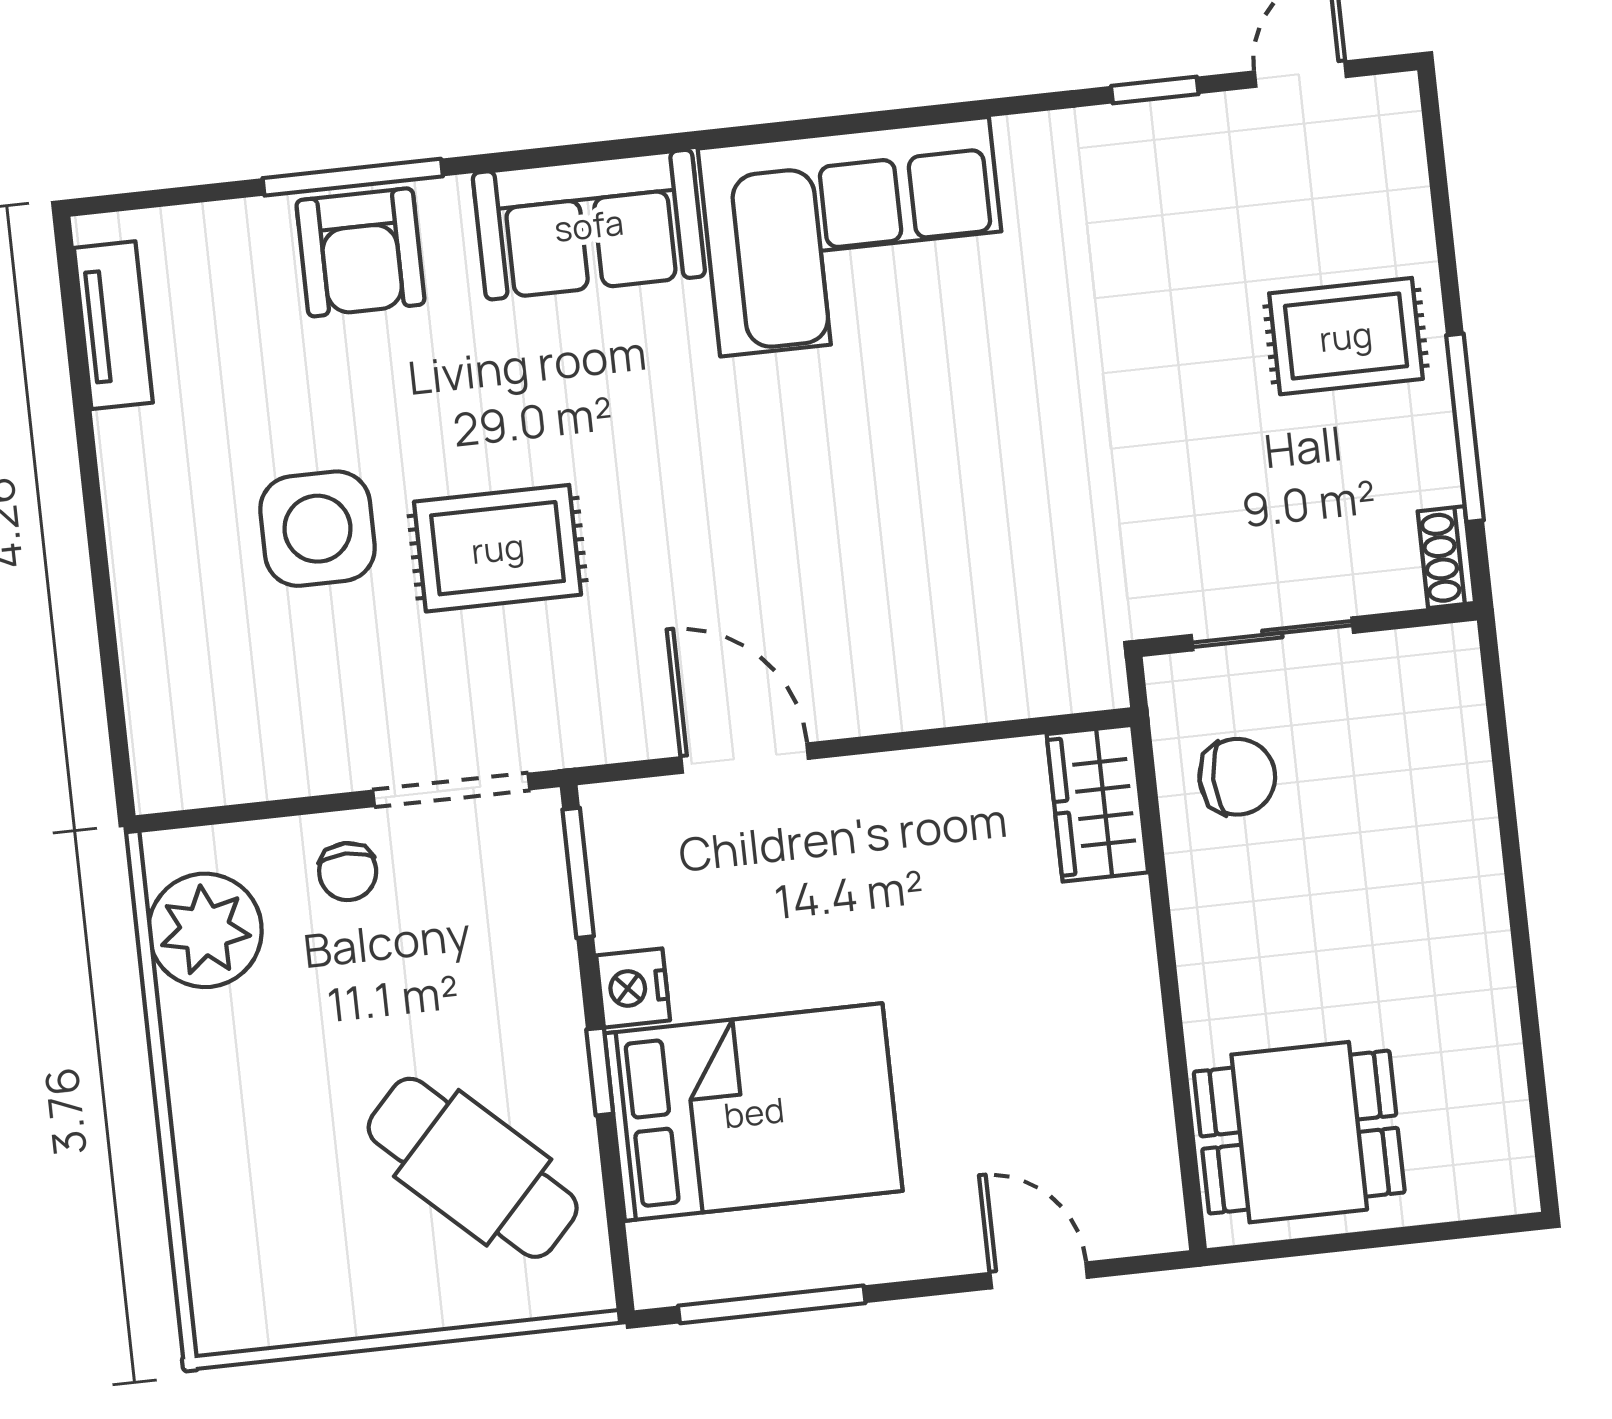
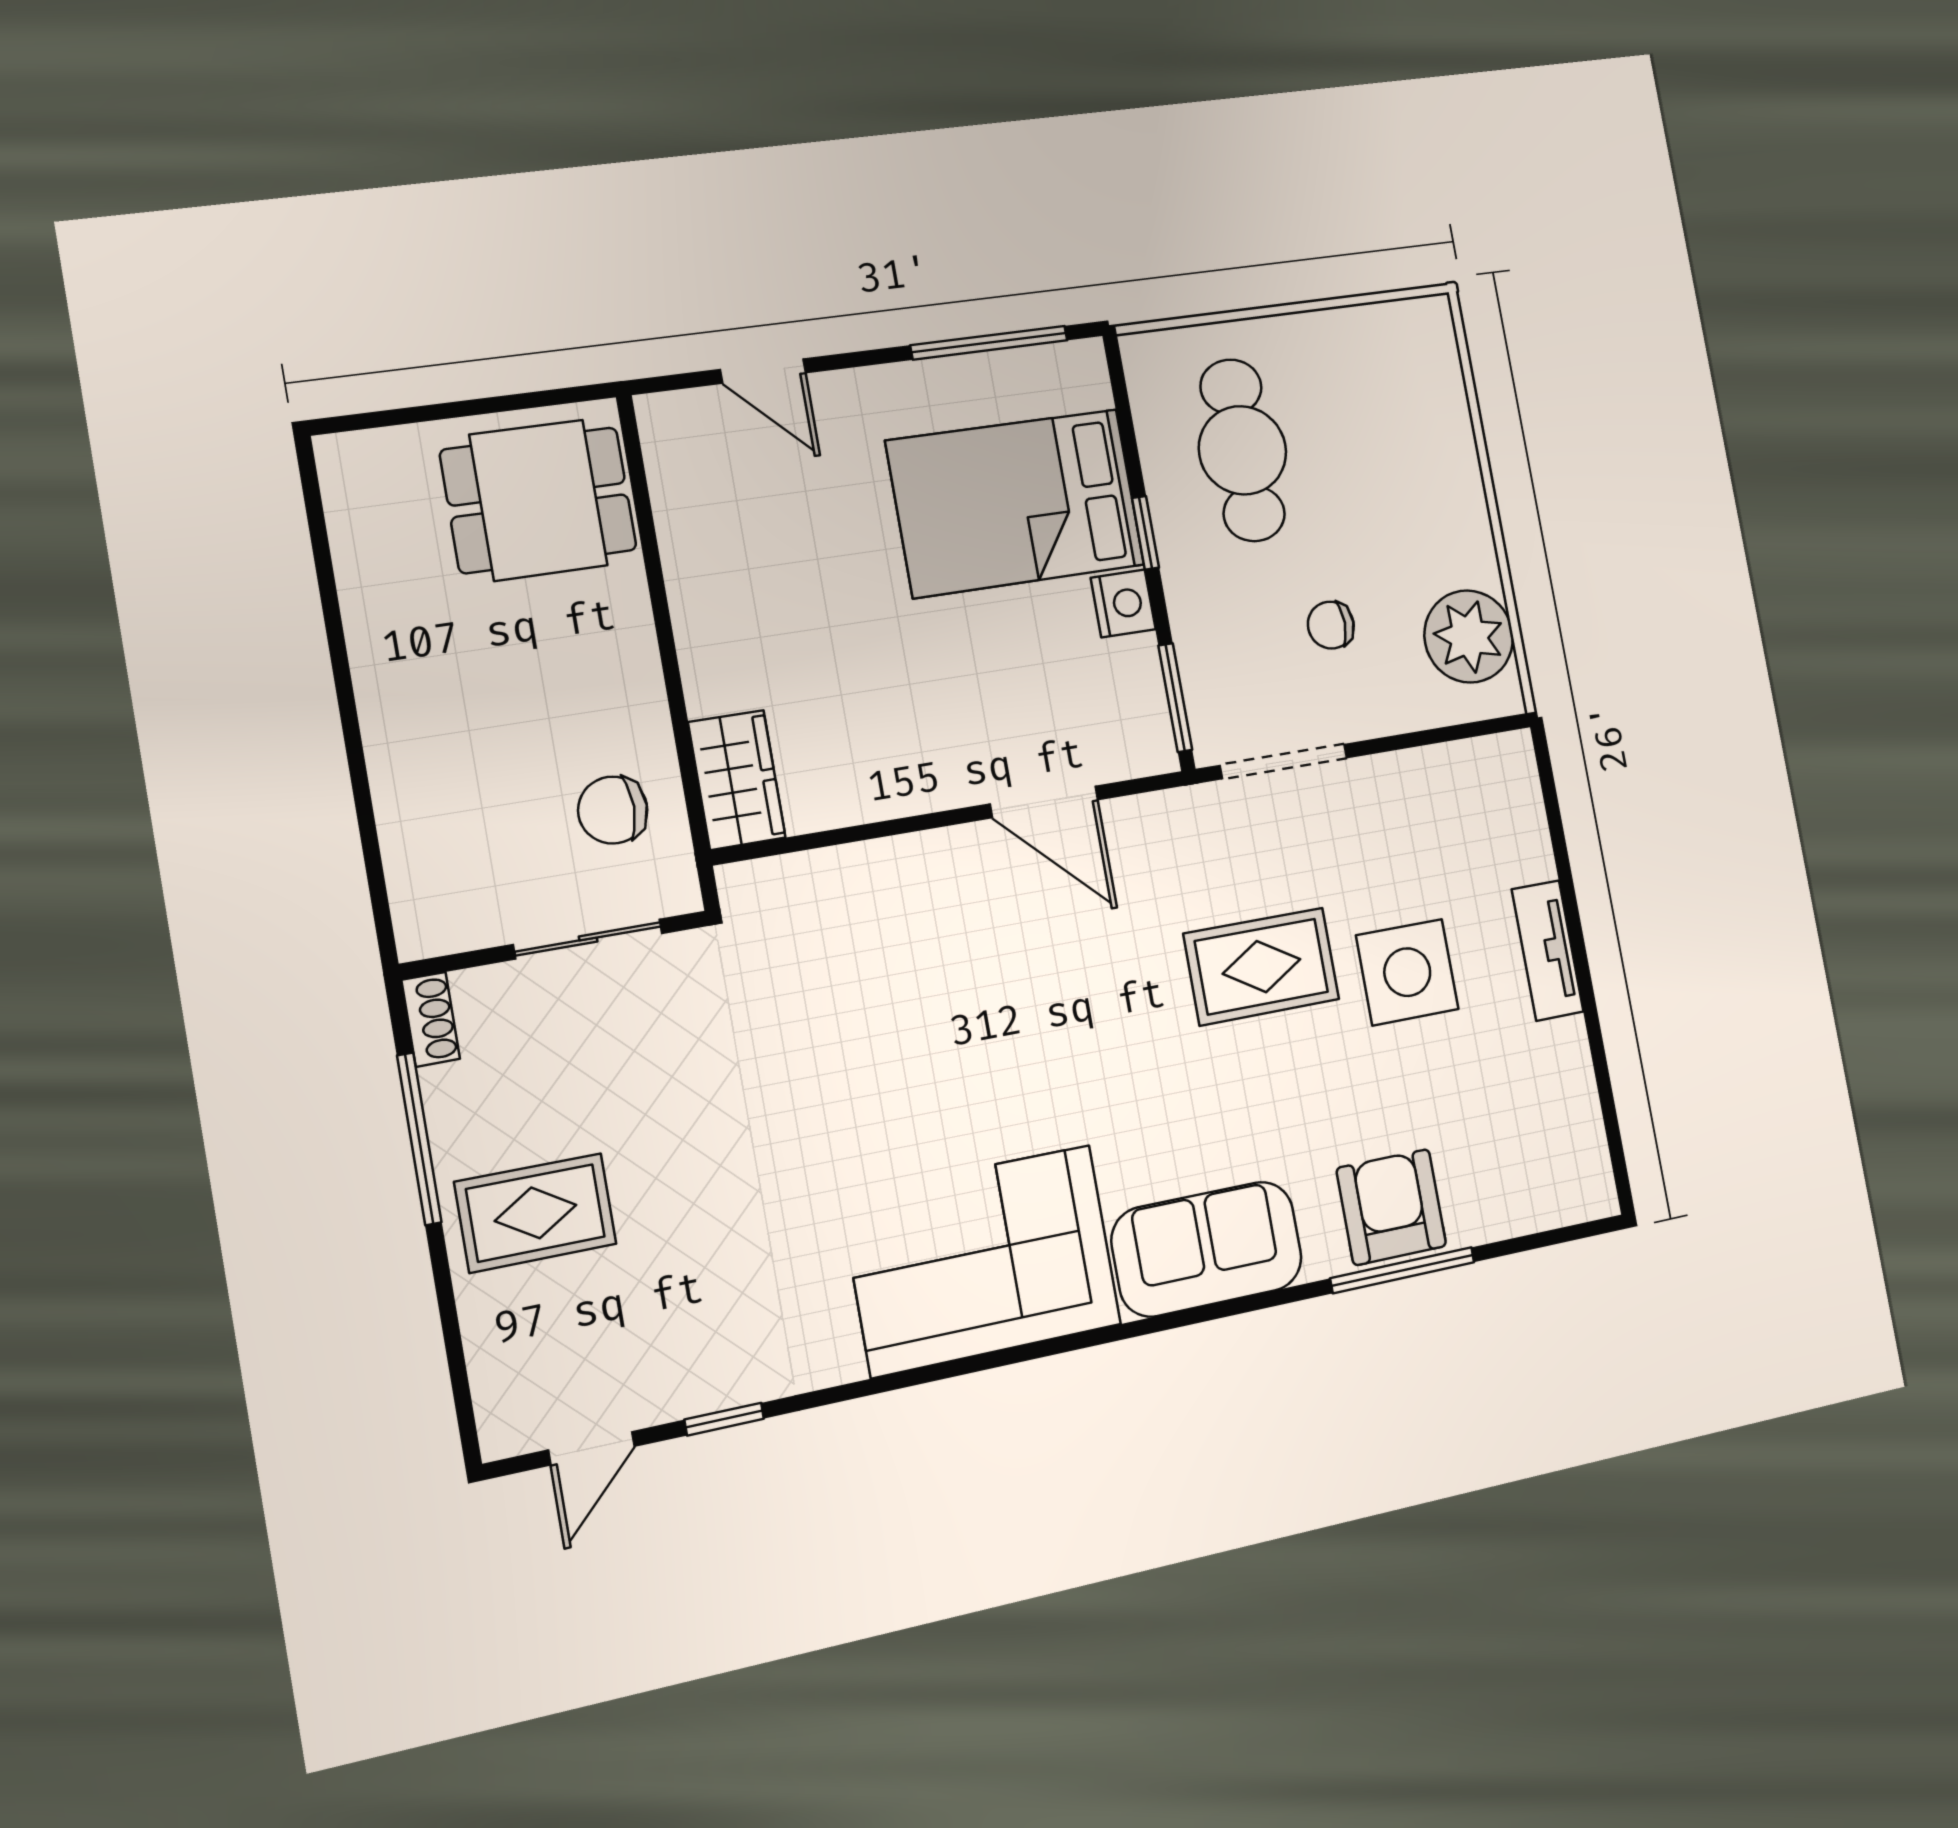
tv unit: (113, 325) -> (1548, 950), moved
chair: (348, 872) -> (1331, 625), moved, turned -90
cafe table: (473, 1168) -> (1242, 450), turned 47

